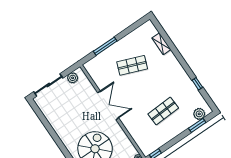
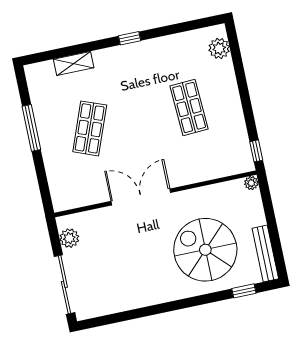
window: (105, 46) -> (31, 128), moved
window: (197, 84) -> (130, 38), moved
window: (197, 125) -> (237, 60), removed

